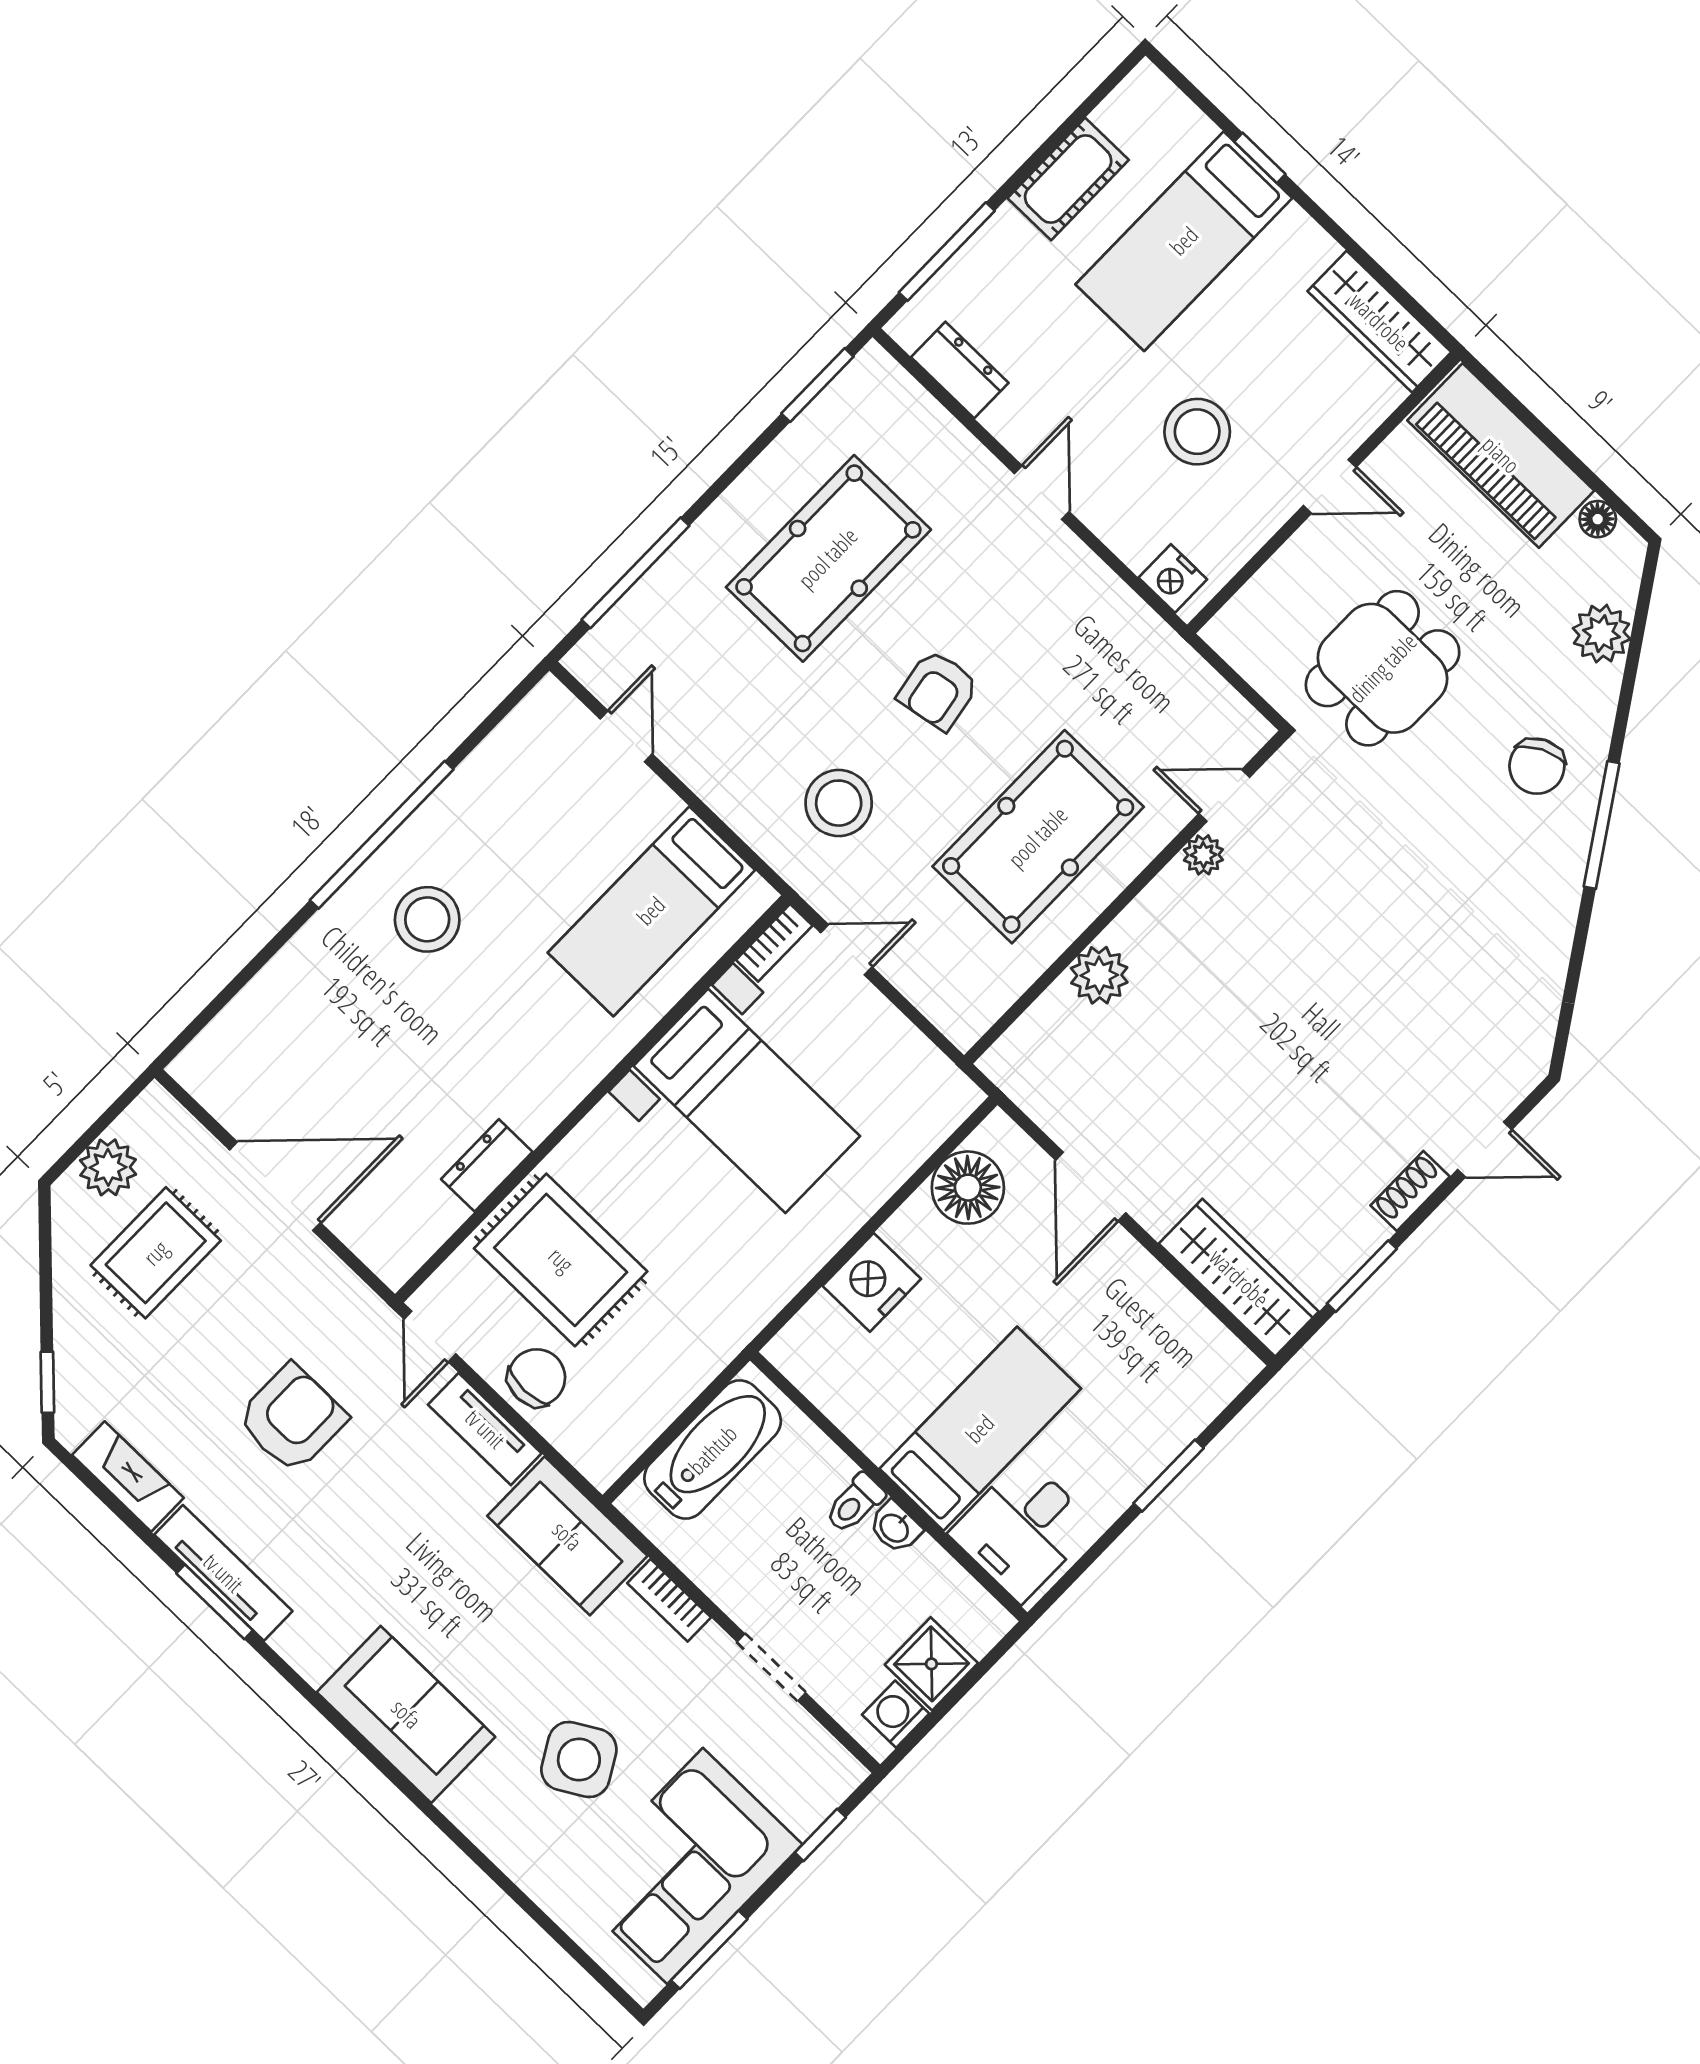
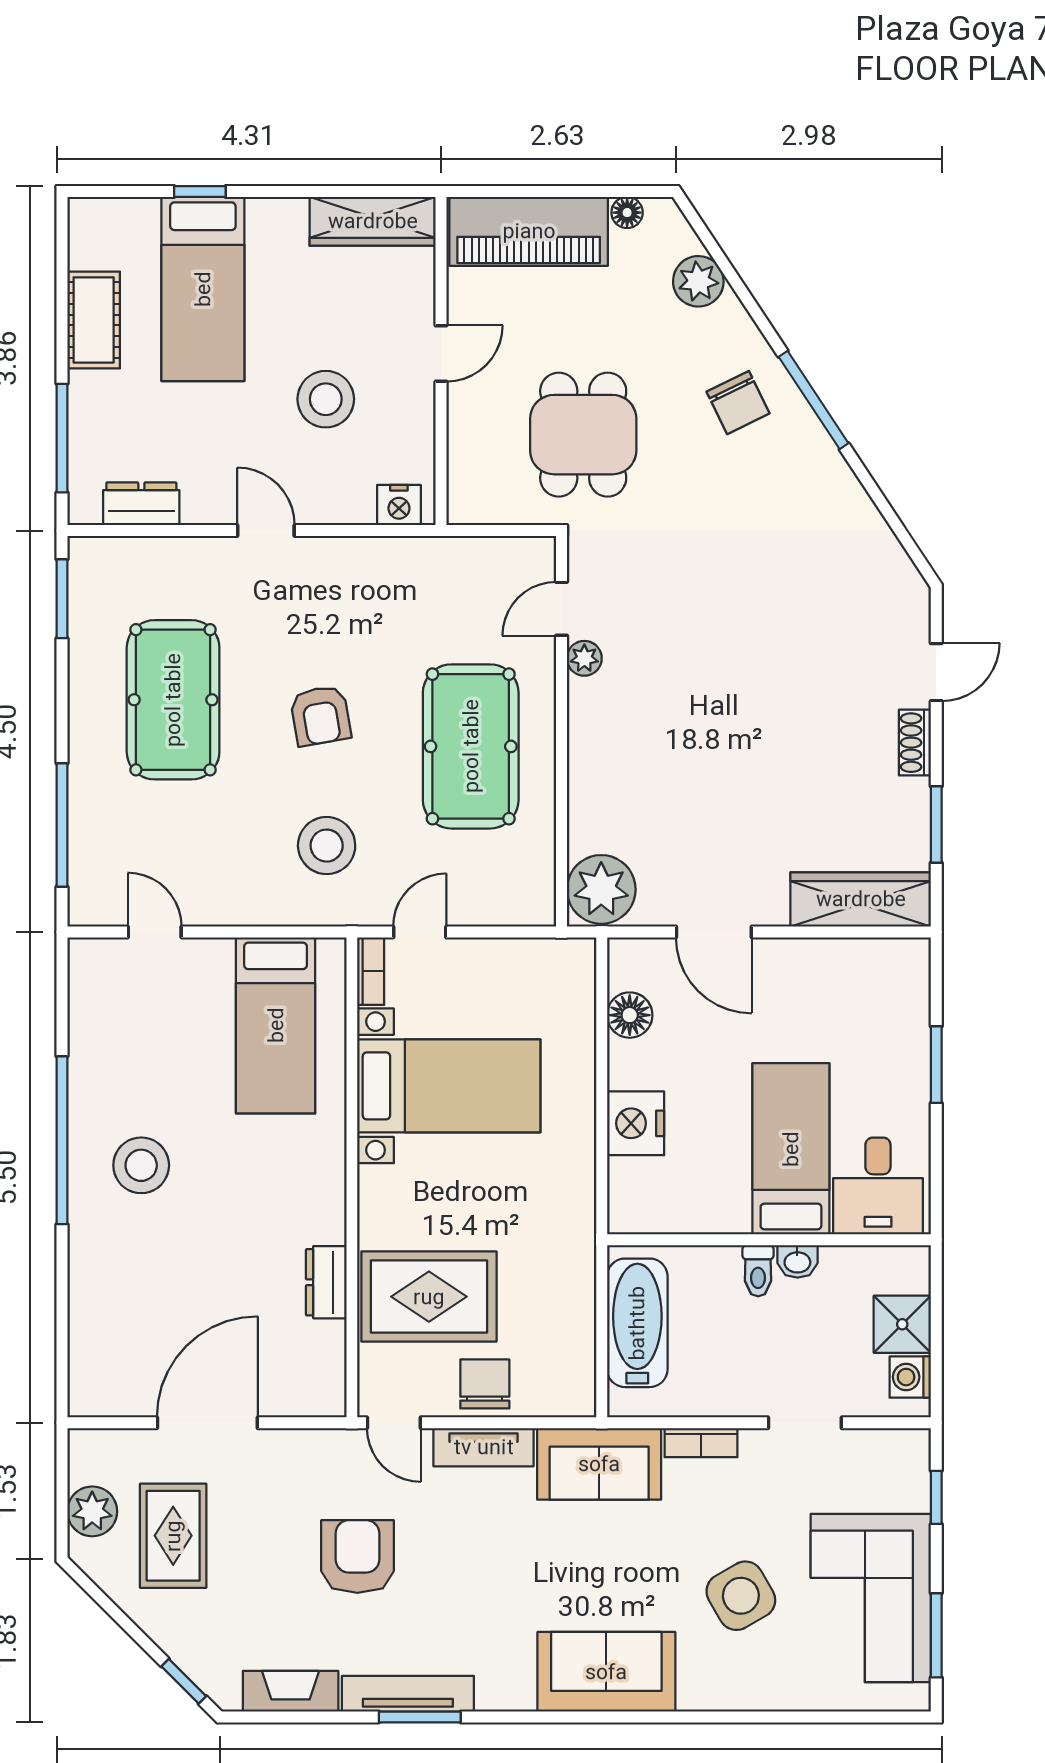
plant: (1099, 975) -> (601, 889), moved, width x1.36, depth x1.36
floor lamp: (968, 1188) -> (630, 1015), width x0.73, depth x0.73

